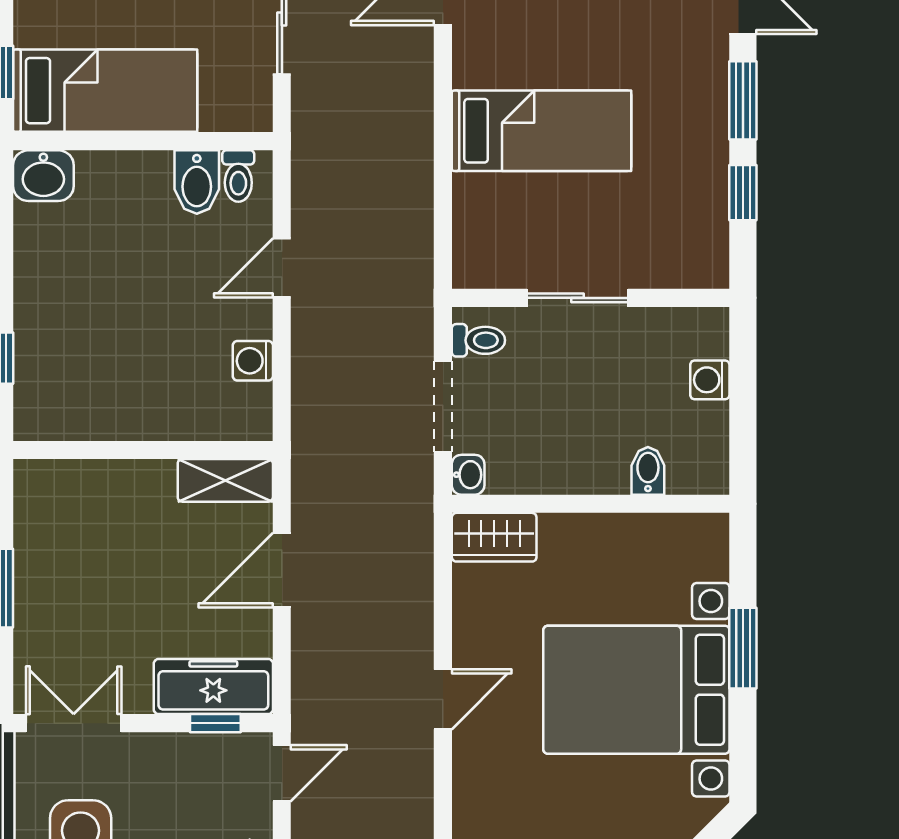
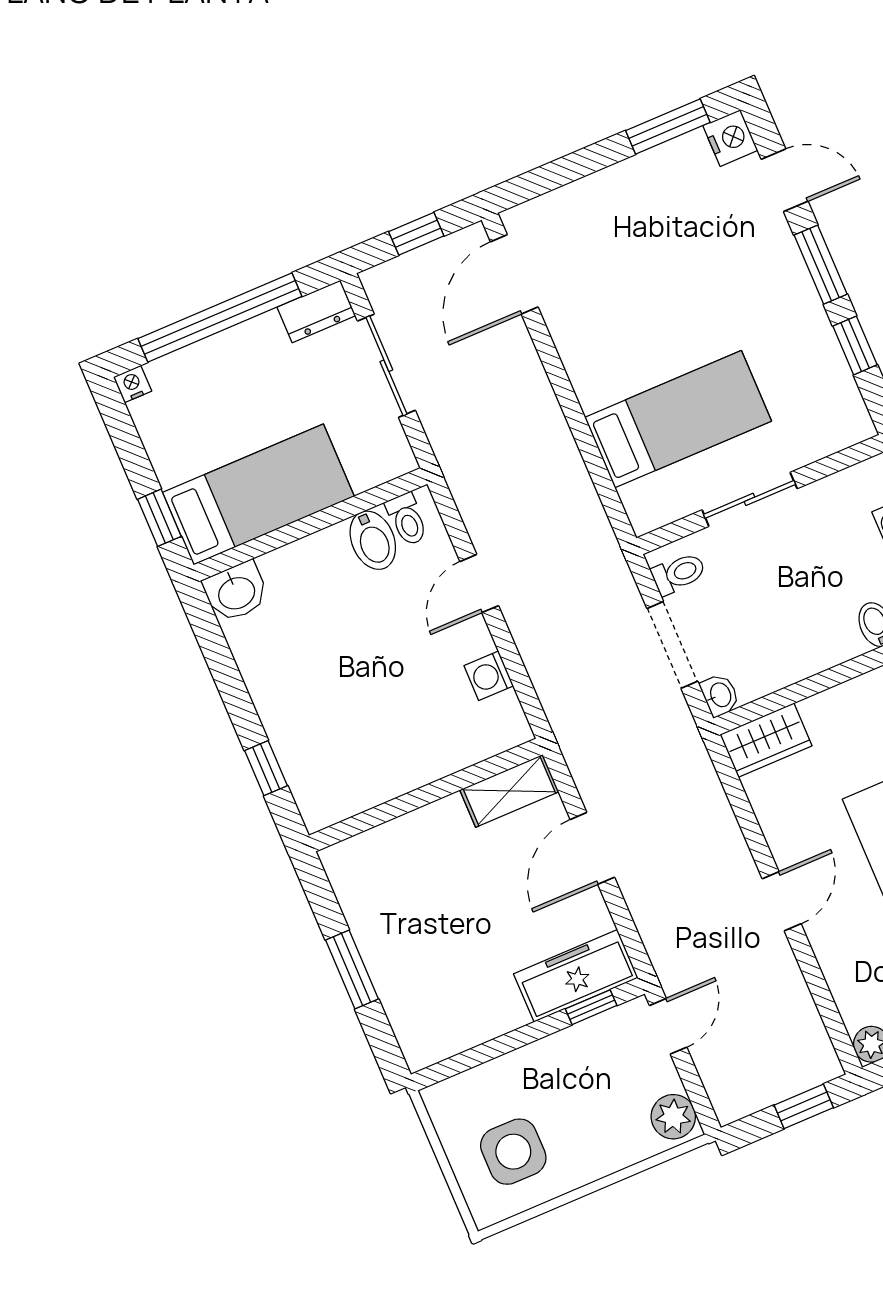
bed: (541, 131) -> (678, 419), moved
double door: (74, 723) -> (467, 1060), removed

